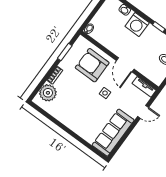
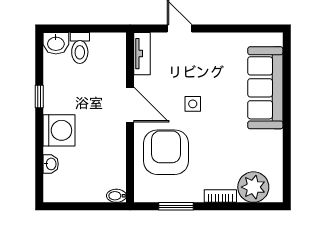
armchair: (92, 65) -> (166, 152), turned 180
door: (125, 65) -> (130, 105), hinge flipped
sofa: (113, 133) -> (265, 88), moved, turned 90

